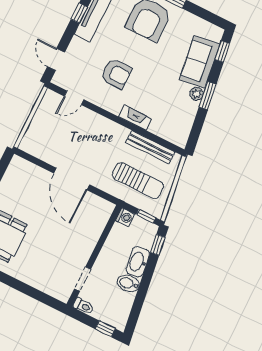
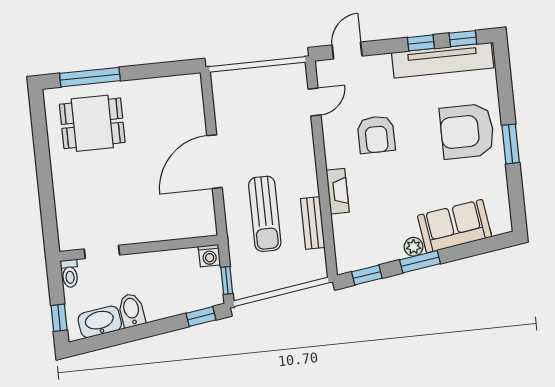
window: (222, 51) -> (367, 275), moved
door: (74, 98) -> (314, 102), swing flipped
bench: (150, 147) -> (313, 223), width x0.73
sun lounger: (138, 180) -> (265, 214), moved
washbasin: (138, 262) -> (100, 322), moved

